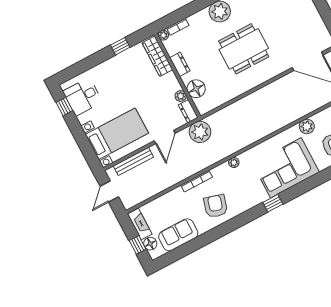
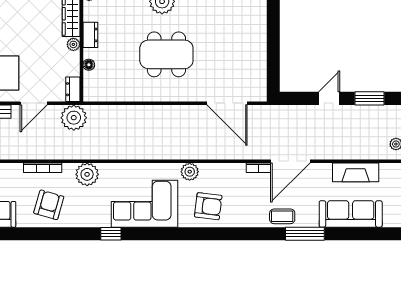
floor lamp: (196, 89) -> (89, 65), width x0.53, depth x0.53
plant: (181, 96) -> (73, 44), moved
plant: (234, 163) -> (87, 174), width x1.88, depth x1.88

